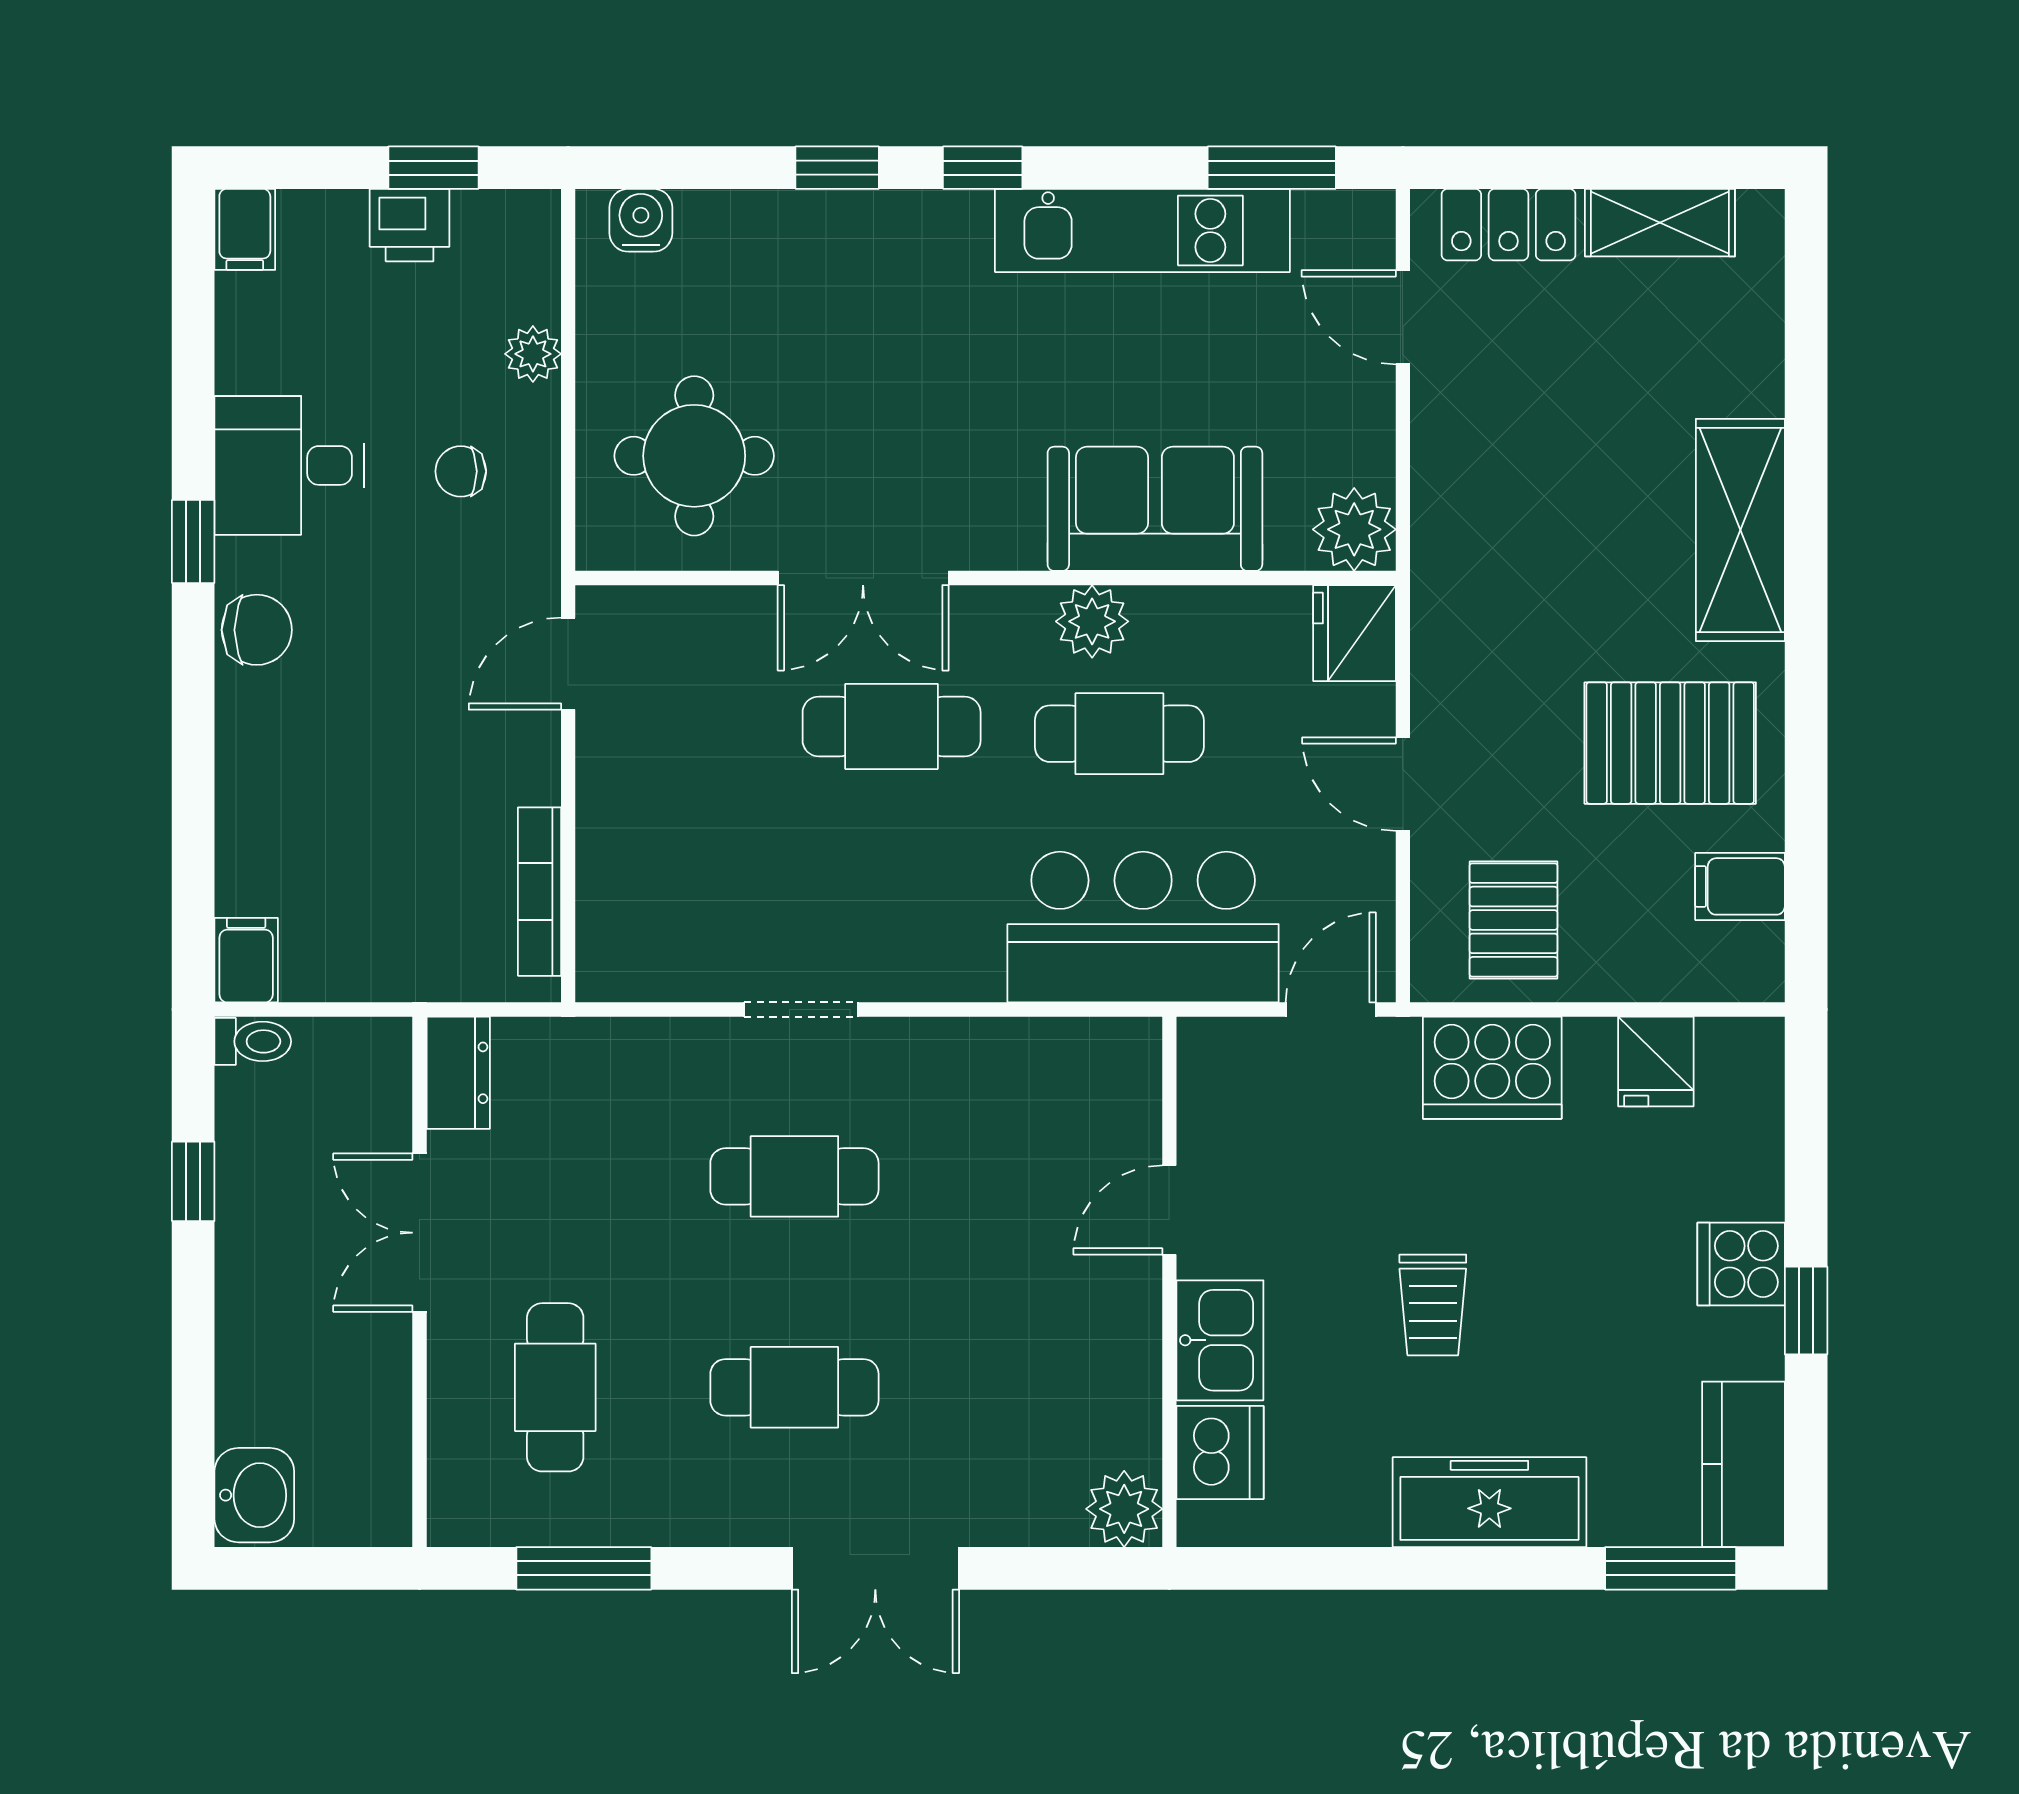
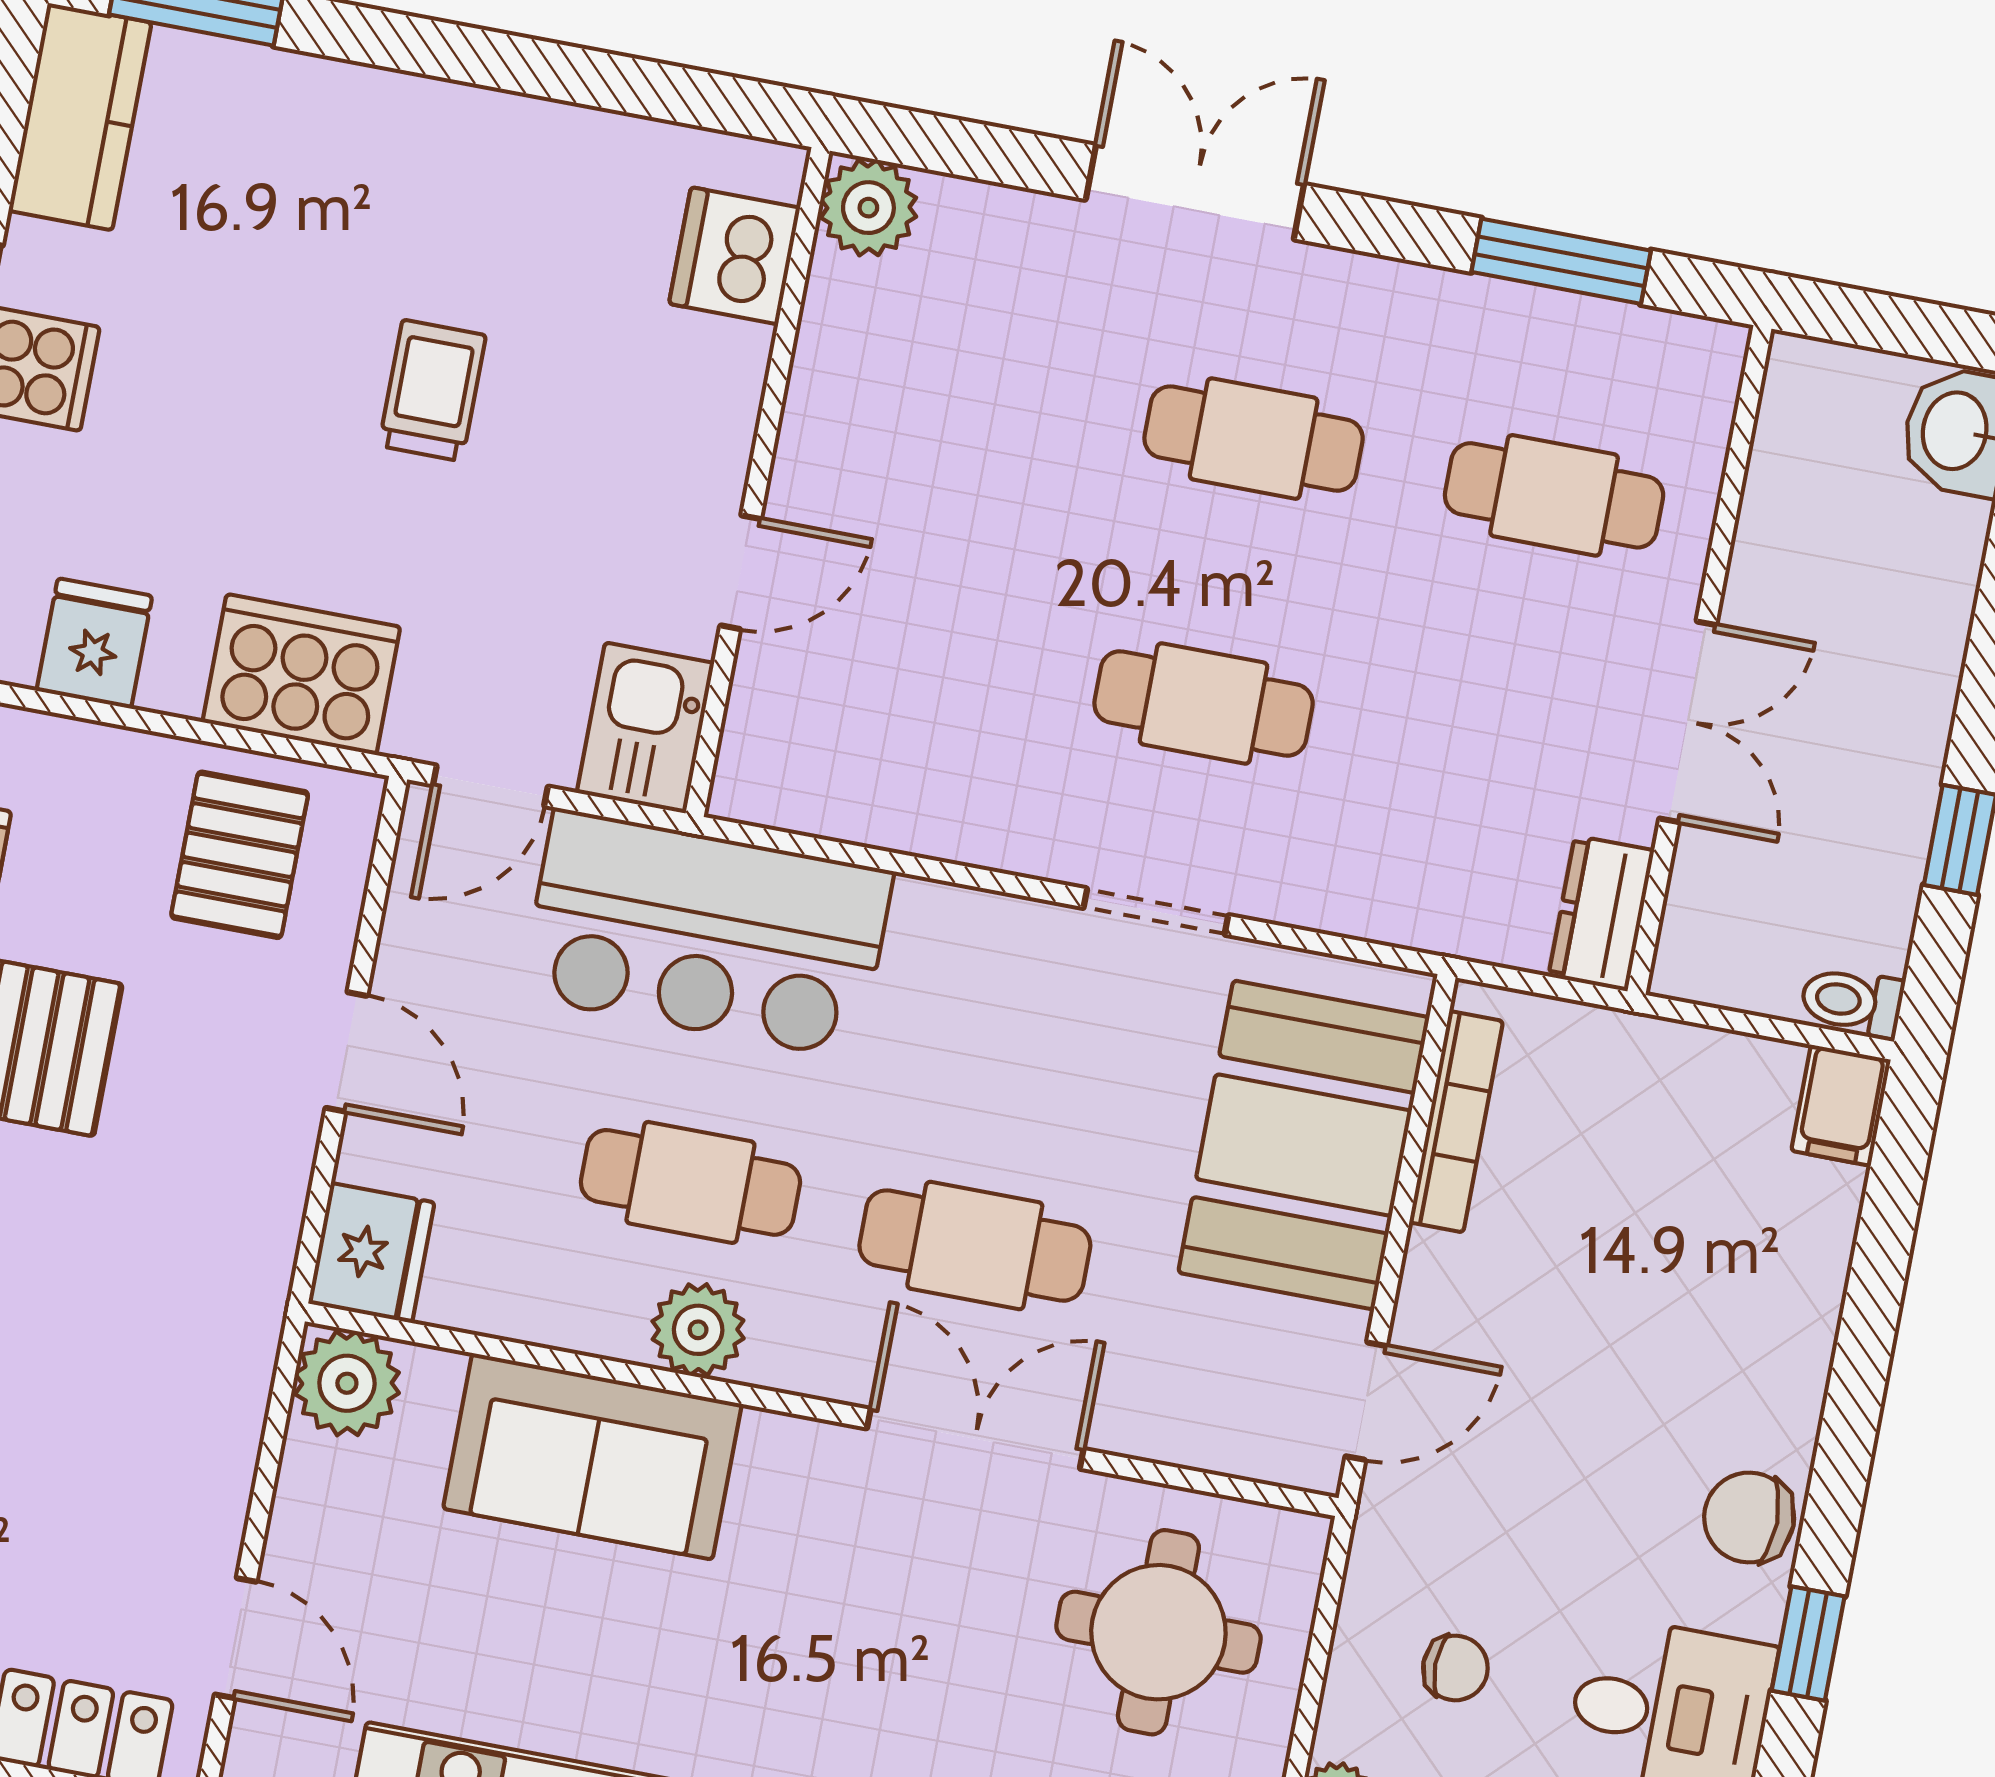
booth: (653, 852) -> (1304, 1145), added
kitchen sink: (1220, 1340) -> (645, 728), moved
cafe table: (555, 1387) -> (1554, 495), turned 90
freezer: (1489, 1502) -> (408, 129), removed

